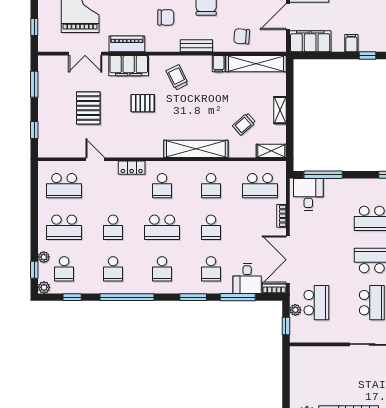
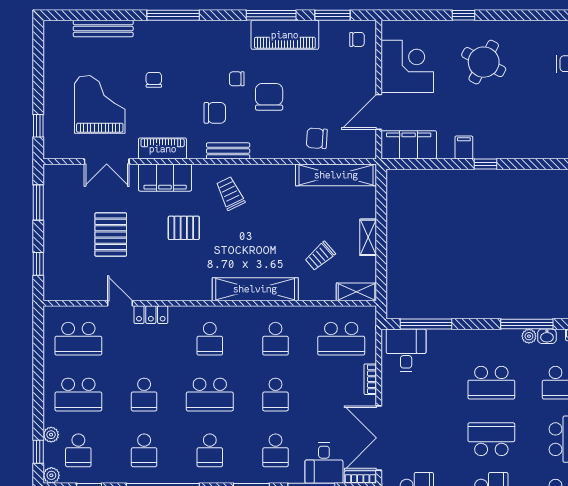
bench: (196, 46) -> (228, 151), moved
filing cabinet: (219, 64) -> (286, 175), removed
locker: (132, 168) -> (151, 315), moved

